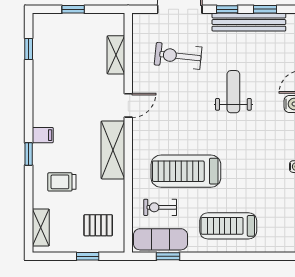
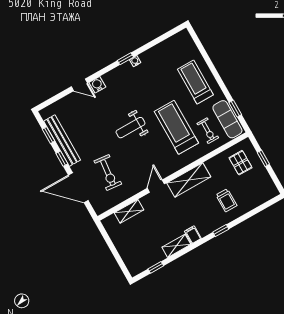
window: (73, 9) -> (116, 254), removed
weight bench: (233, 92) -> (130, 128), moved
door: (128, 105) -> (156, 186), hinge flipped
filing cabinet: (43, 135) -> (193, 235), moved
treadmill: (186, 171) -> (176, 127), turned 180
treadmill: (228, 226) -> (195, 82), turned 180
shelving: (41, 228) -> (176, 246), moved

